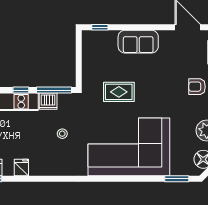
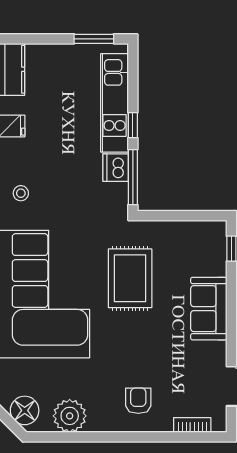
rug: (119, 92) -> (130, 278), width x1.36, depth x1.43
stool: (62, 134) -> (21, 193), moved

